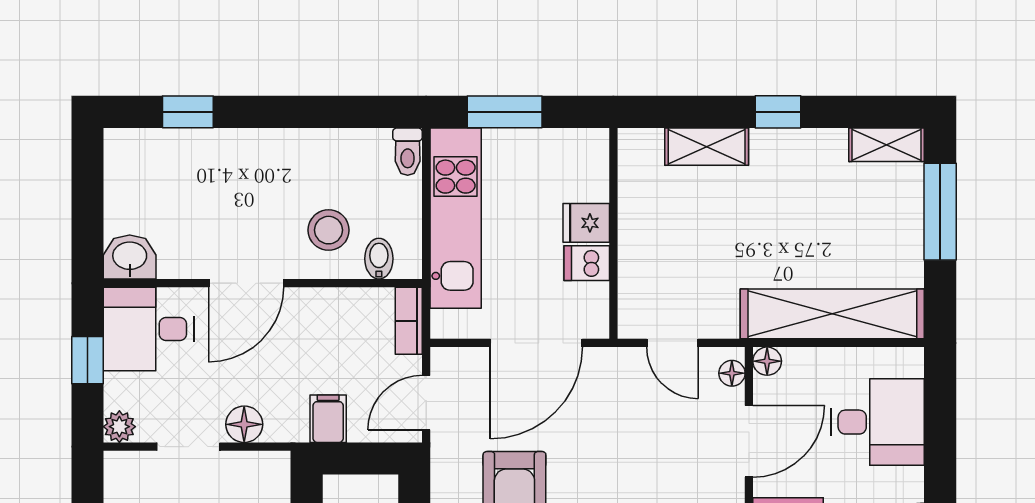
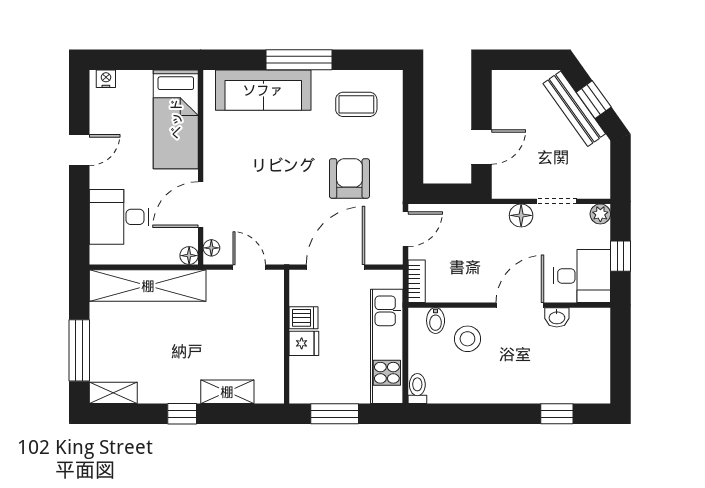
window: (505, 112) -> (335, 414), moved
washbasin: (130, 257) -> (557, 317), moved, width x0.72, depth x0.69
filing cabinet: (328, 419) -> (468, 219), removed

